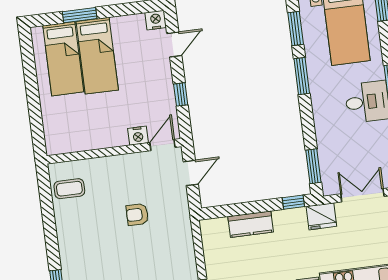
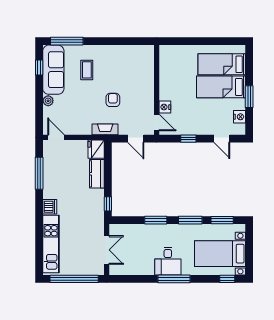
window: (80, 15) -> (249, 97), moved
nightstand: (156, 20) -> (240, 117), moved
window: (313, 166) -> (156, 220), moved
coffee table: (69, 189) -> (87, 70), moved
fridge: (321, 216) -> (96, 149), moved
fireplace: (183, 221) -> (105, 129), added

